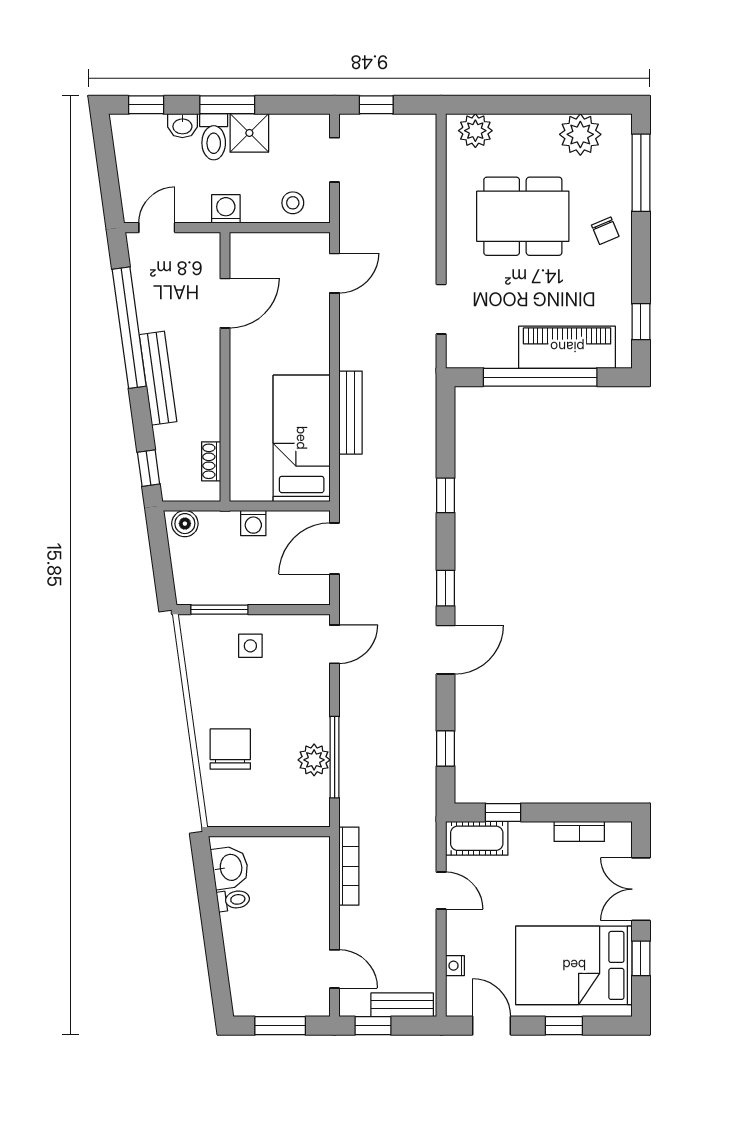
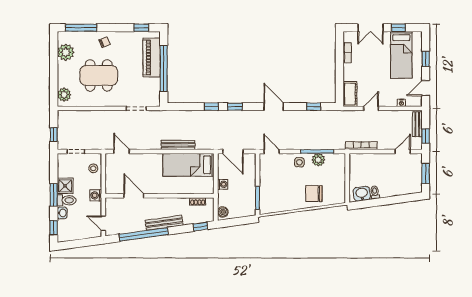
dining table: (523, 216) -> (99, 75), turned 90
window: (446, 588) -> (235, 107), moved
side table: (250, 646) -> (299, 162), moved
window: (503, 812) -> (340, 83), removed
bed: (574, 965) -> (401, 55), width x0.67

